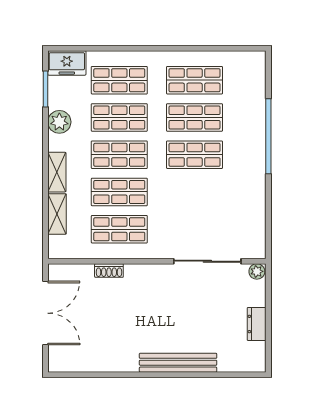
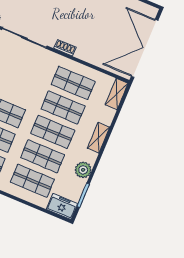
shelving: (57, 214) -> (117, 94), moved
shoe rack: (109, 271) -> (65, 48), moved
double door: (45, 313) -> (145, 48), width x1.36

